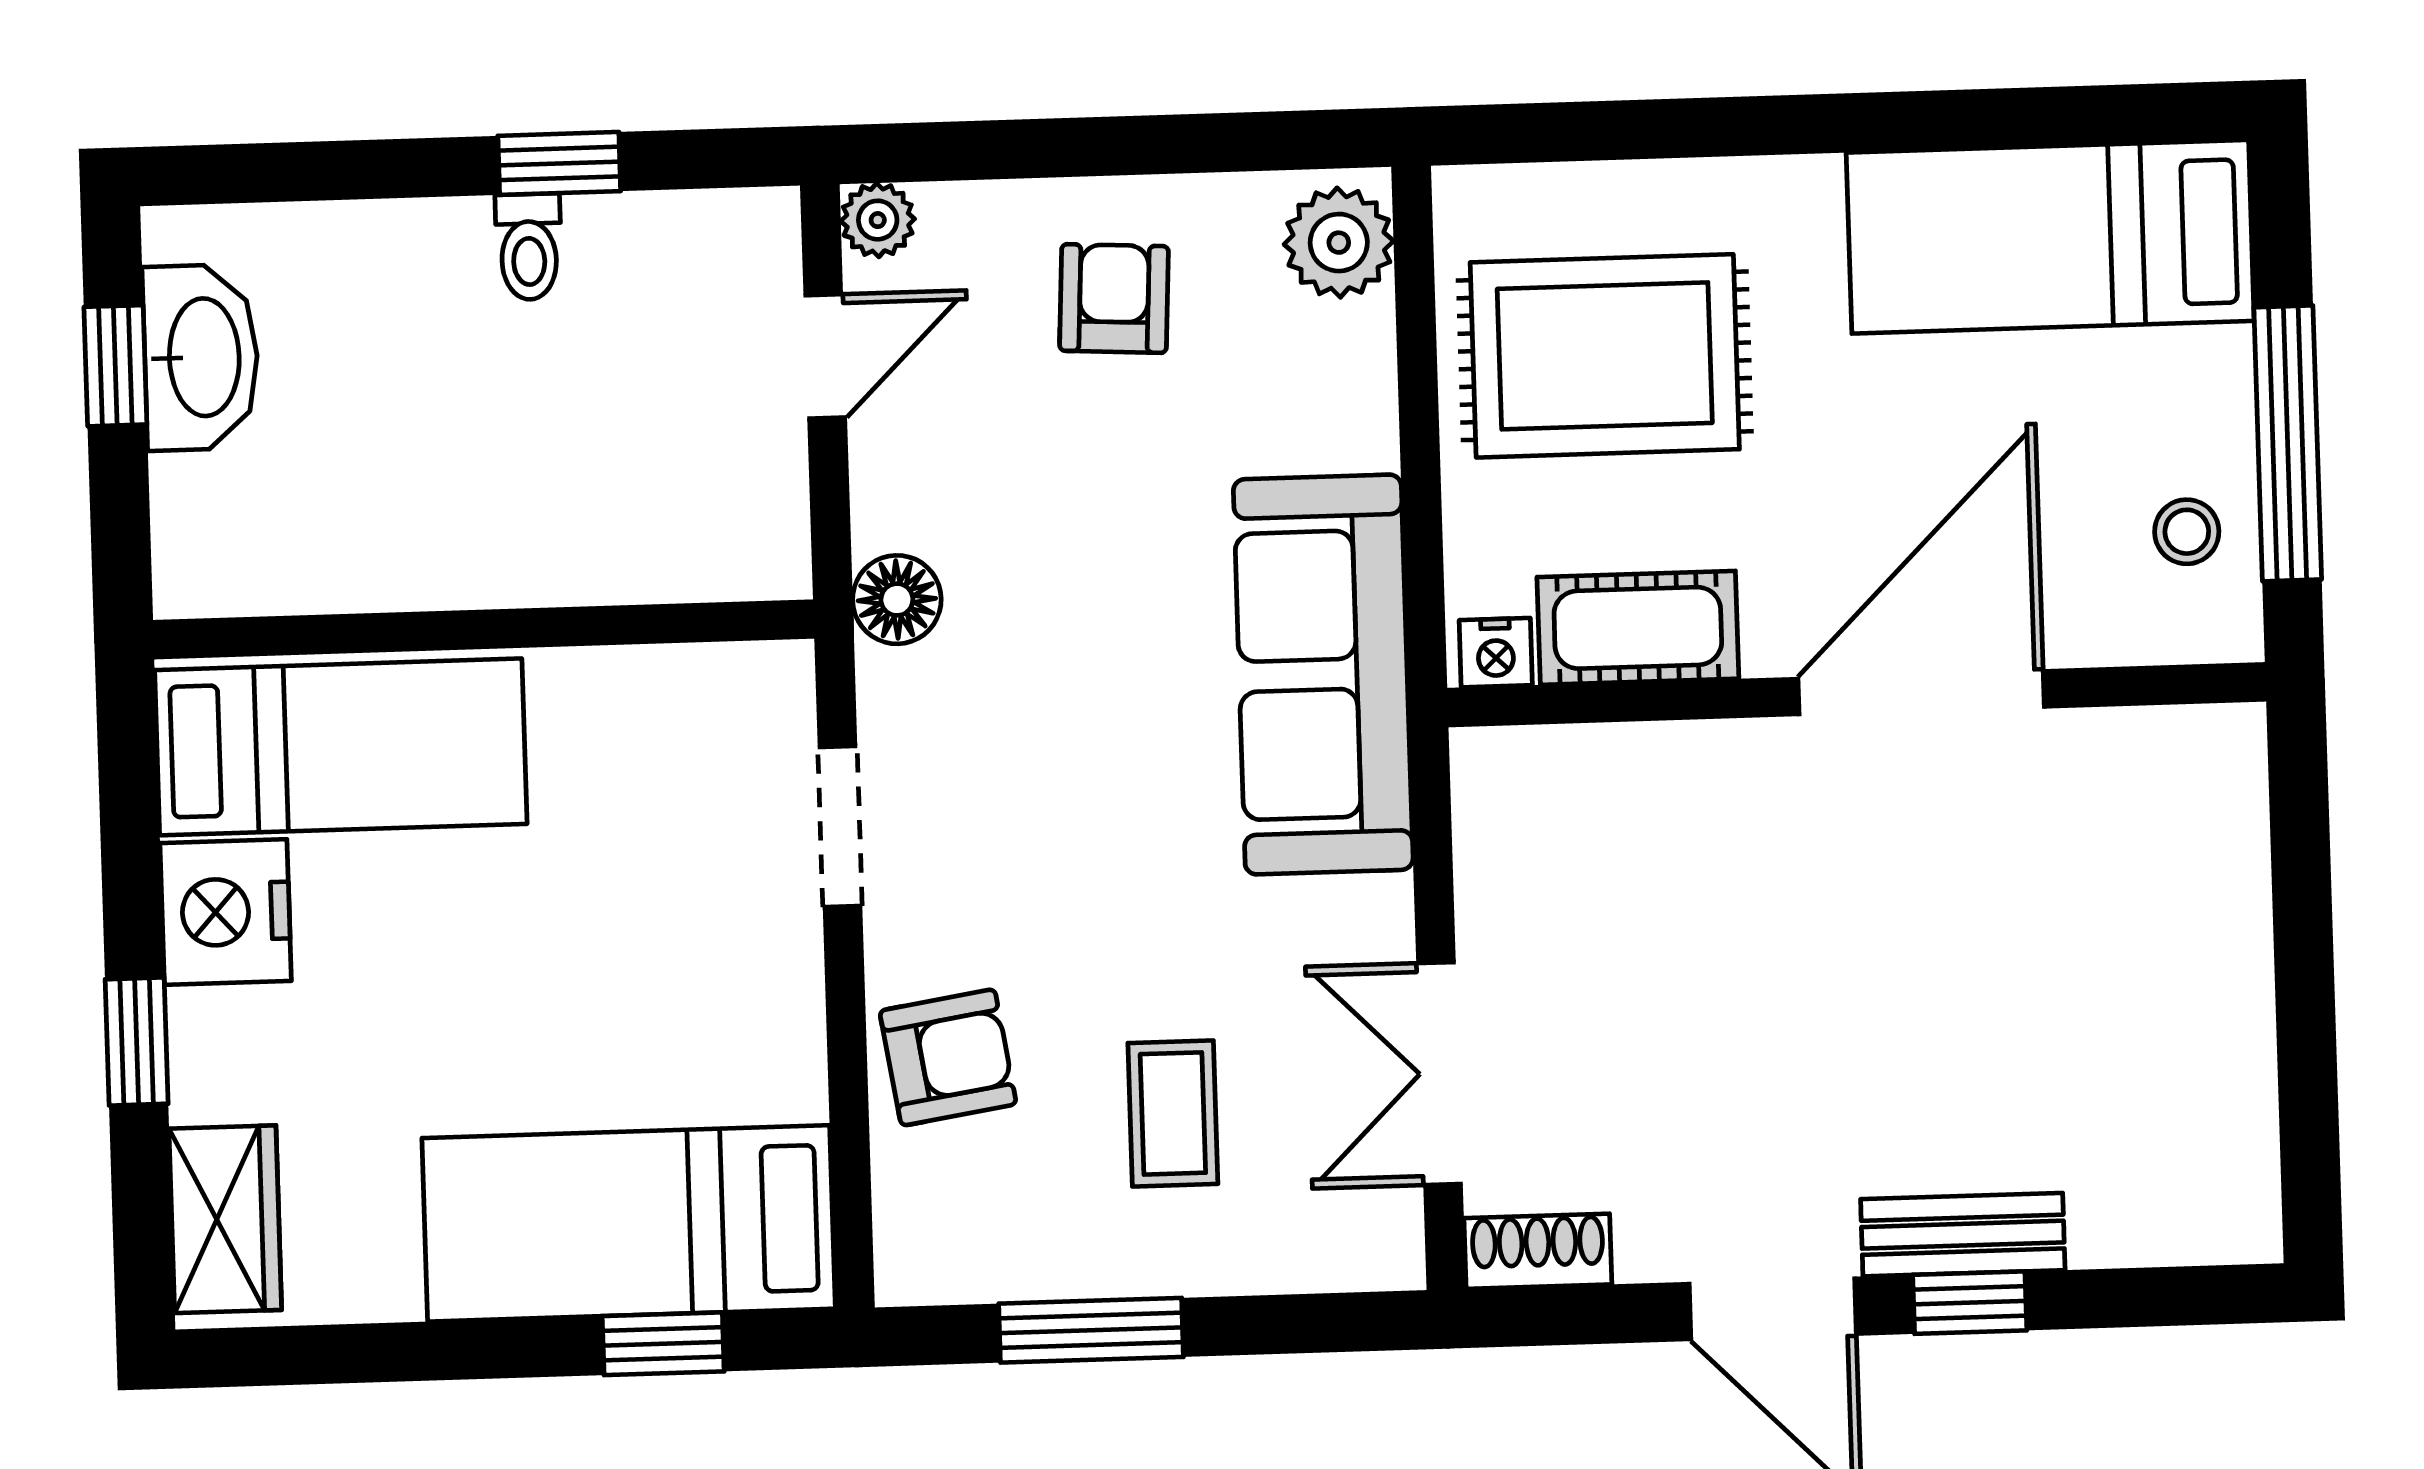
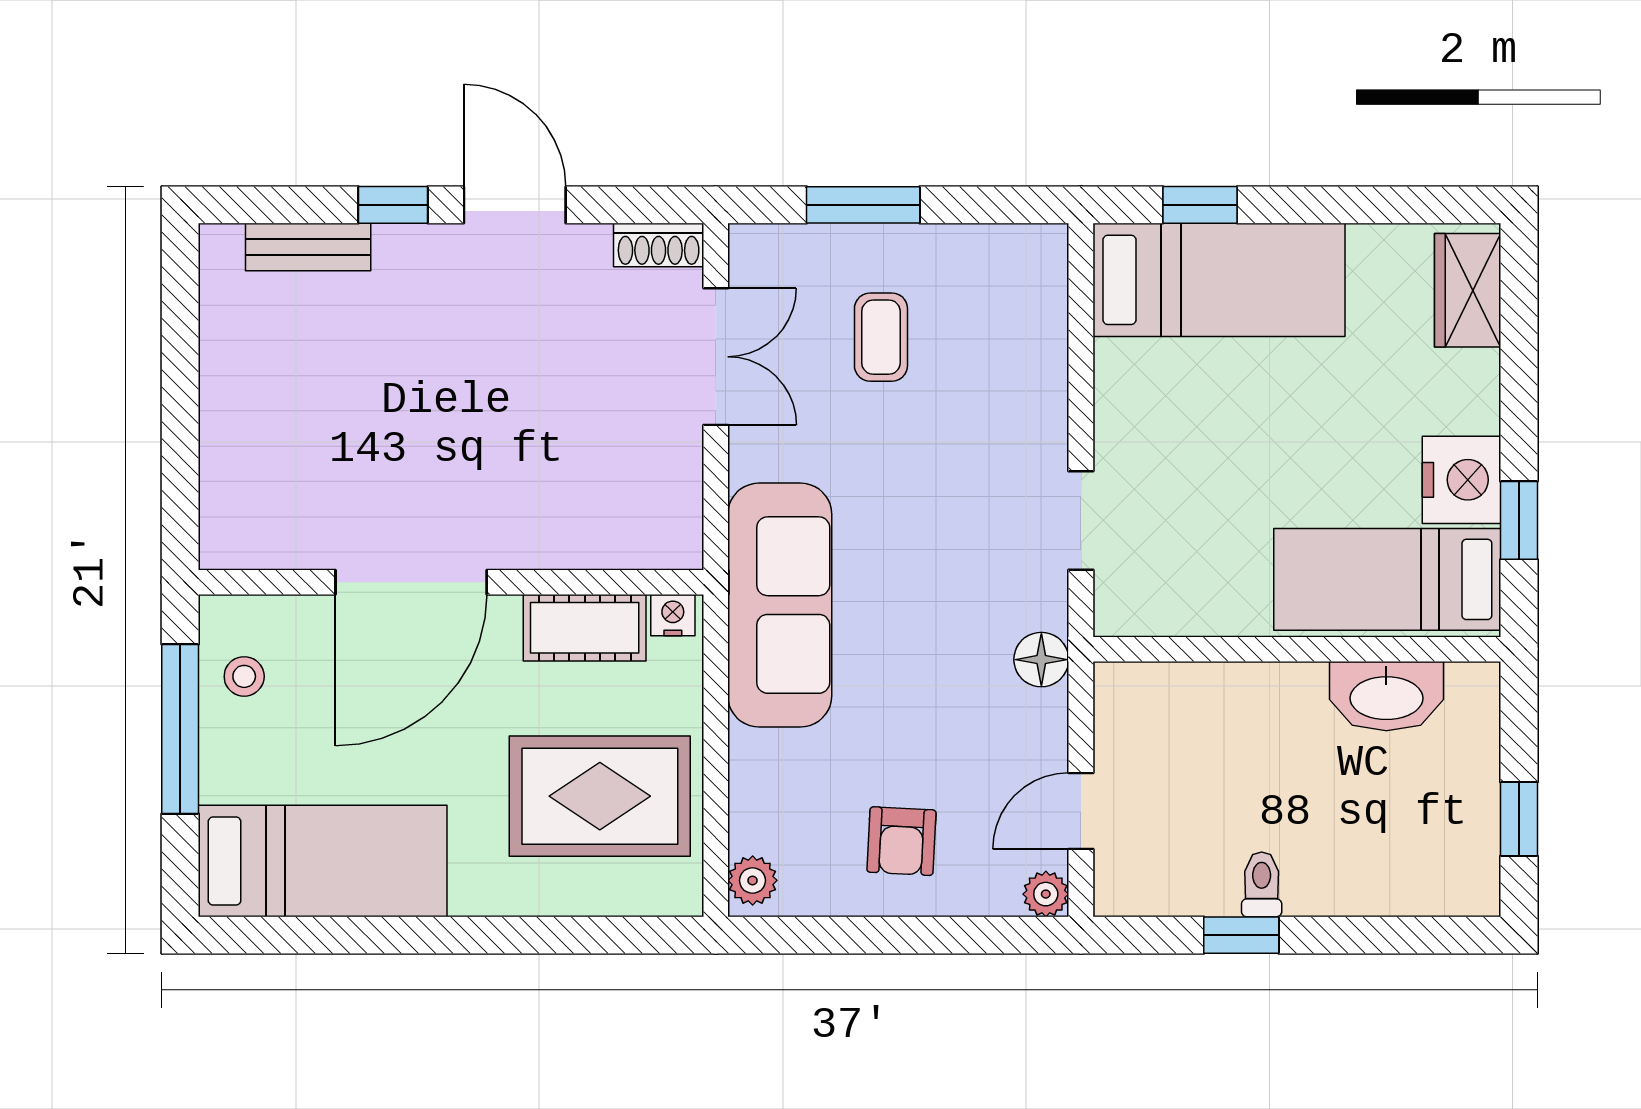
plant: (1339, 243) -> (753, 880), width x0.73, depth x0.73
washbasin: (201, 357) -> (1386, 696), moved, turned -90
window: (137, 1041) -> (1519, 520), moved
armchair: (948, 1057) -> (1019, 376), removed
bench: (1963, 1235) -> (308, 247), moved
window: (1091, 1330) -> (863, 205), moved

